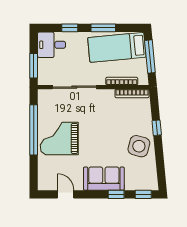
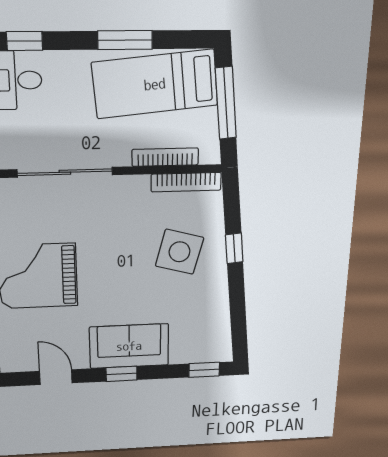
window: (70, 28) -> (25, 41), moved
side table: (139, 146) -> (179, 252), moved
window: (116, 194) -> (122, 374), moved

